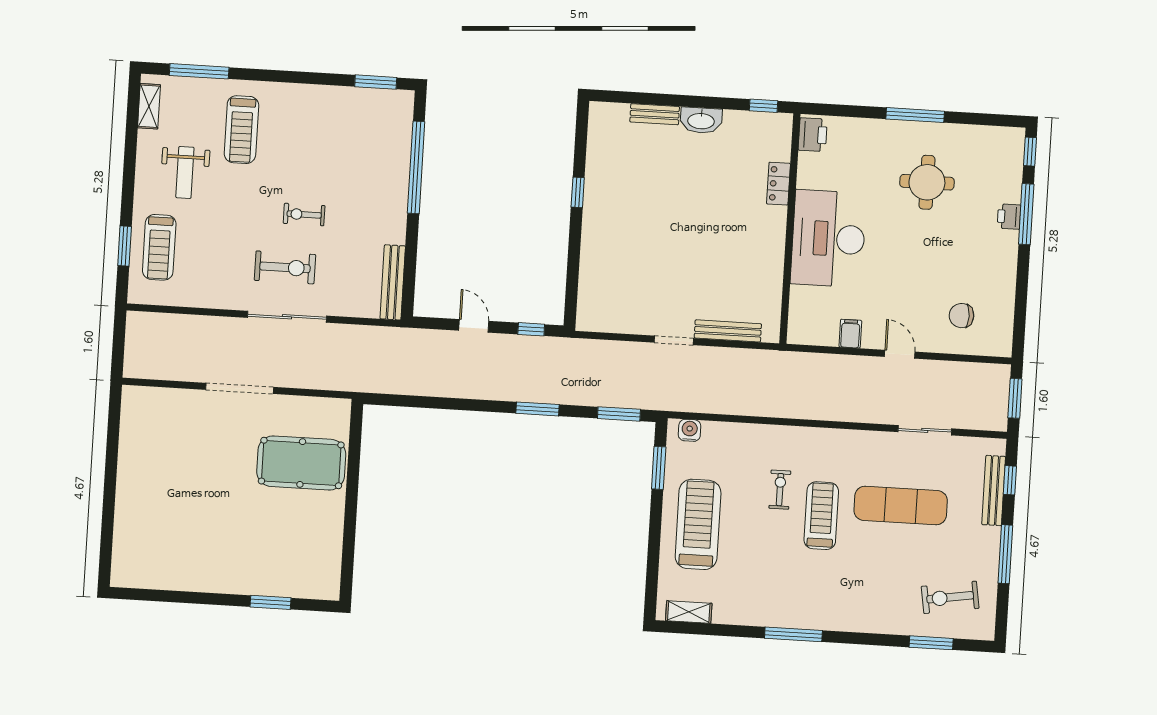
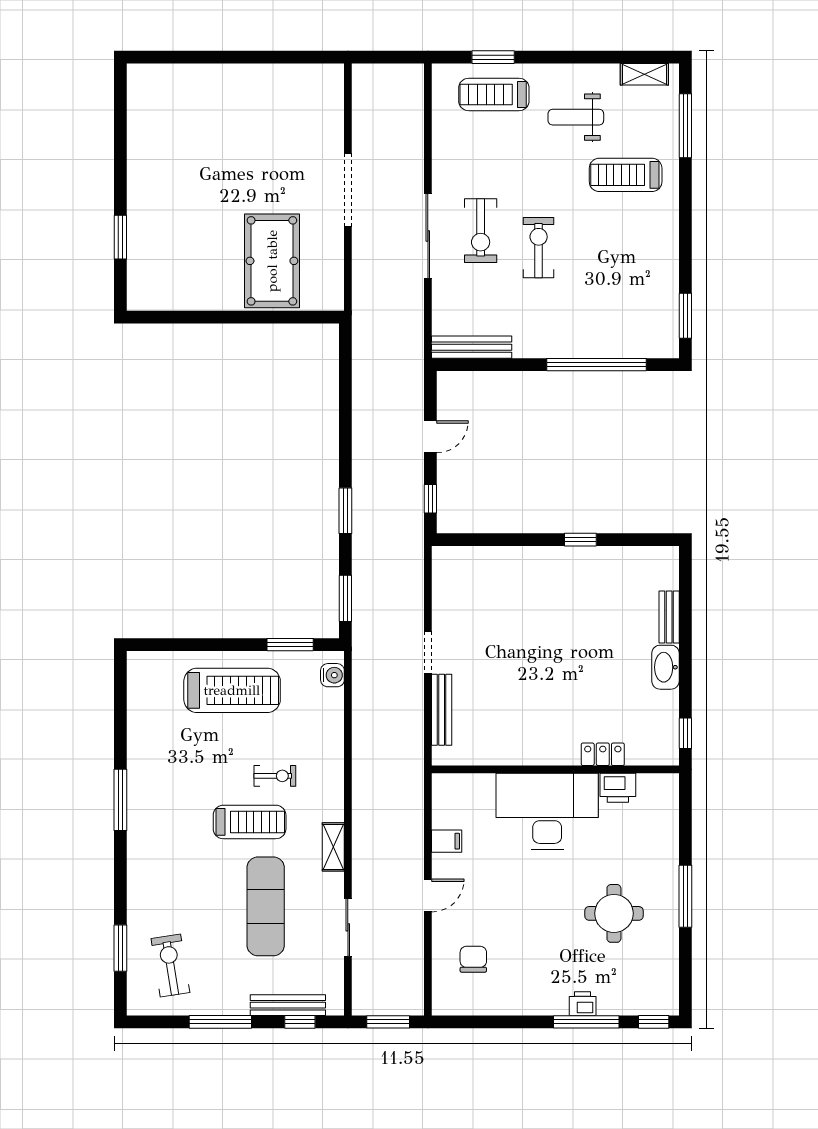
printer: (813, 135) -> (618, 788), moved
exercise bike: (304, 215) -> (539, 248), width x1.38, depth x1.39
shelving: (689, 612) -> (333, 847), moved

